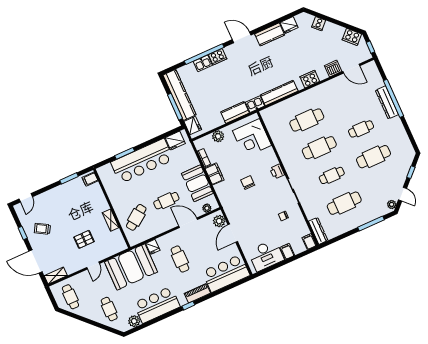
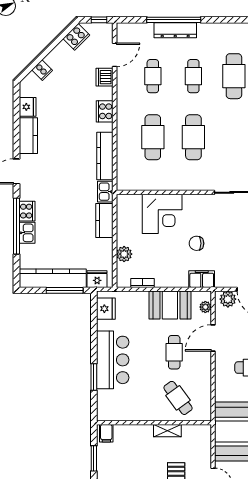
corner desk: (252, 138) -> (162, 214), moved
bar counter: (142, 161) -> (113, 360), width x0.73
printer: (277, 171) -> (199, 202), removed
filing cabinet: (214, 174) -> (202, 279), moved
cafe table: (332, 175) -> (153, 76), moved
fridge: (153, 247) -> (223, 394), removed

